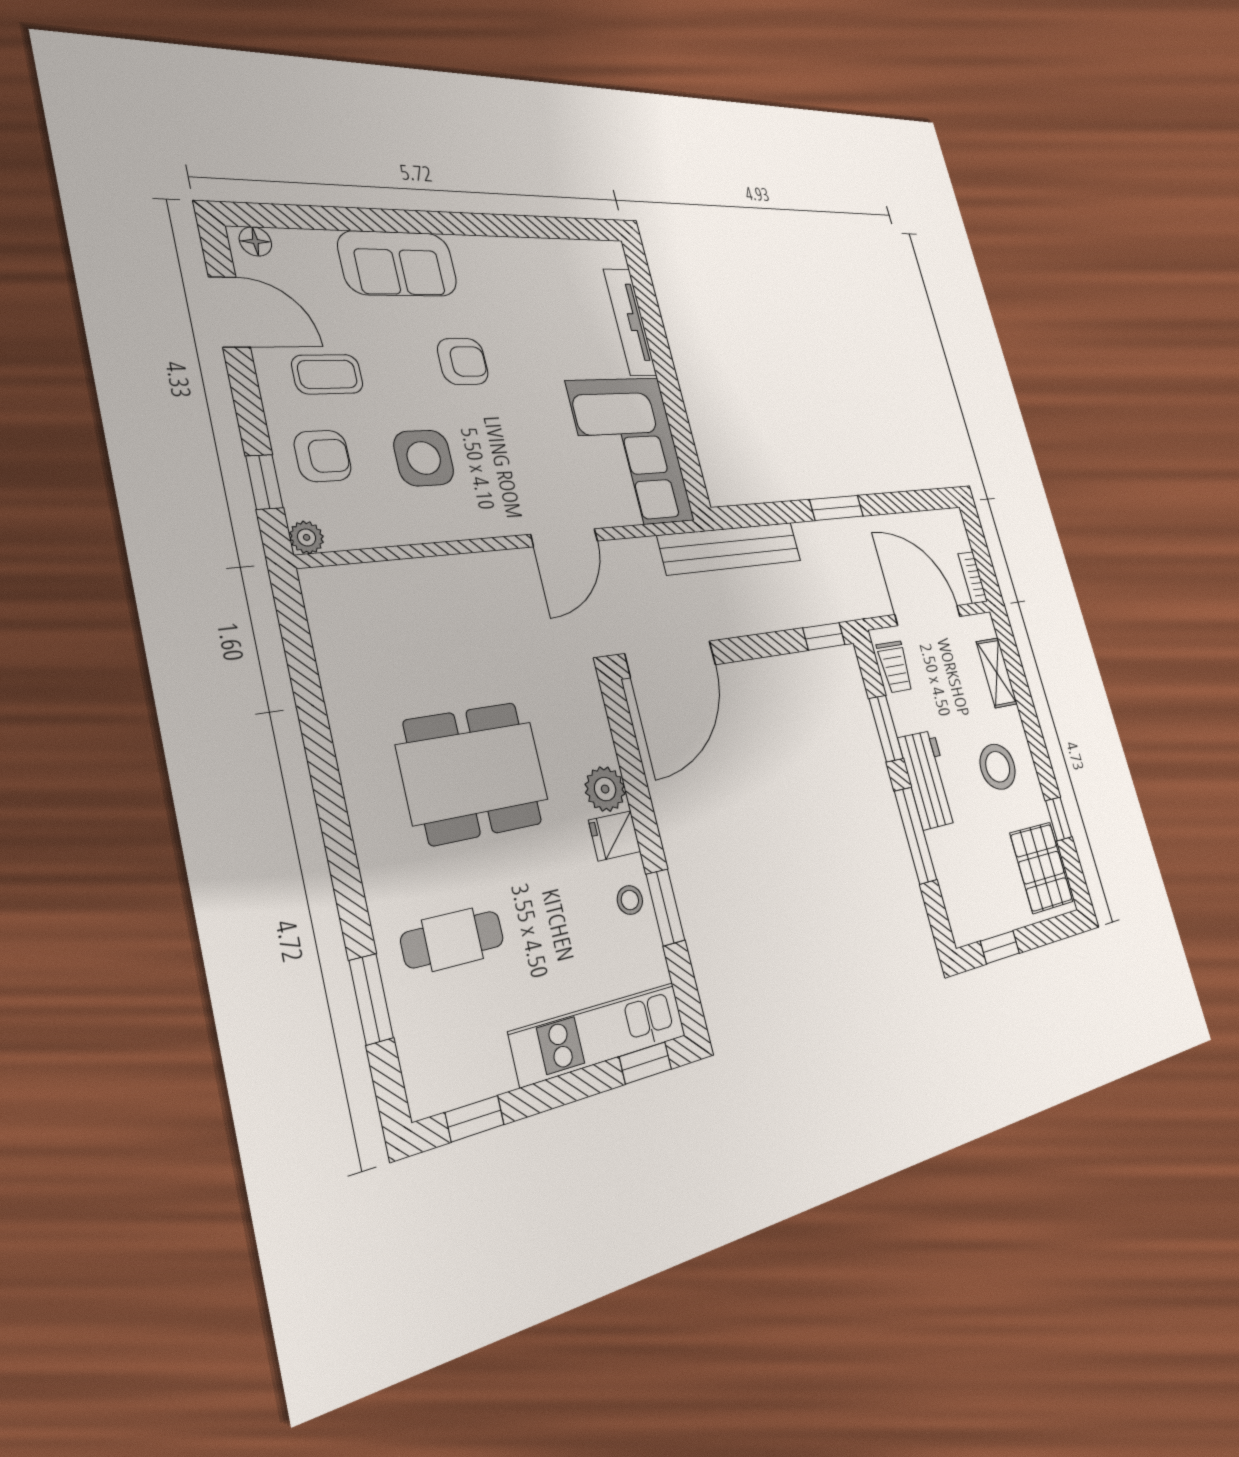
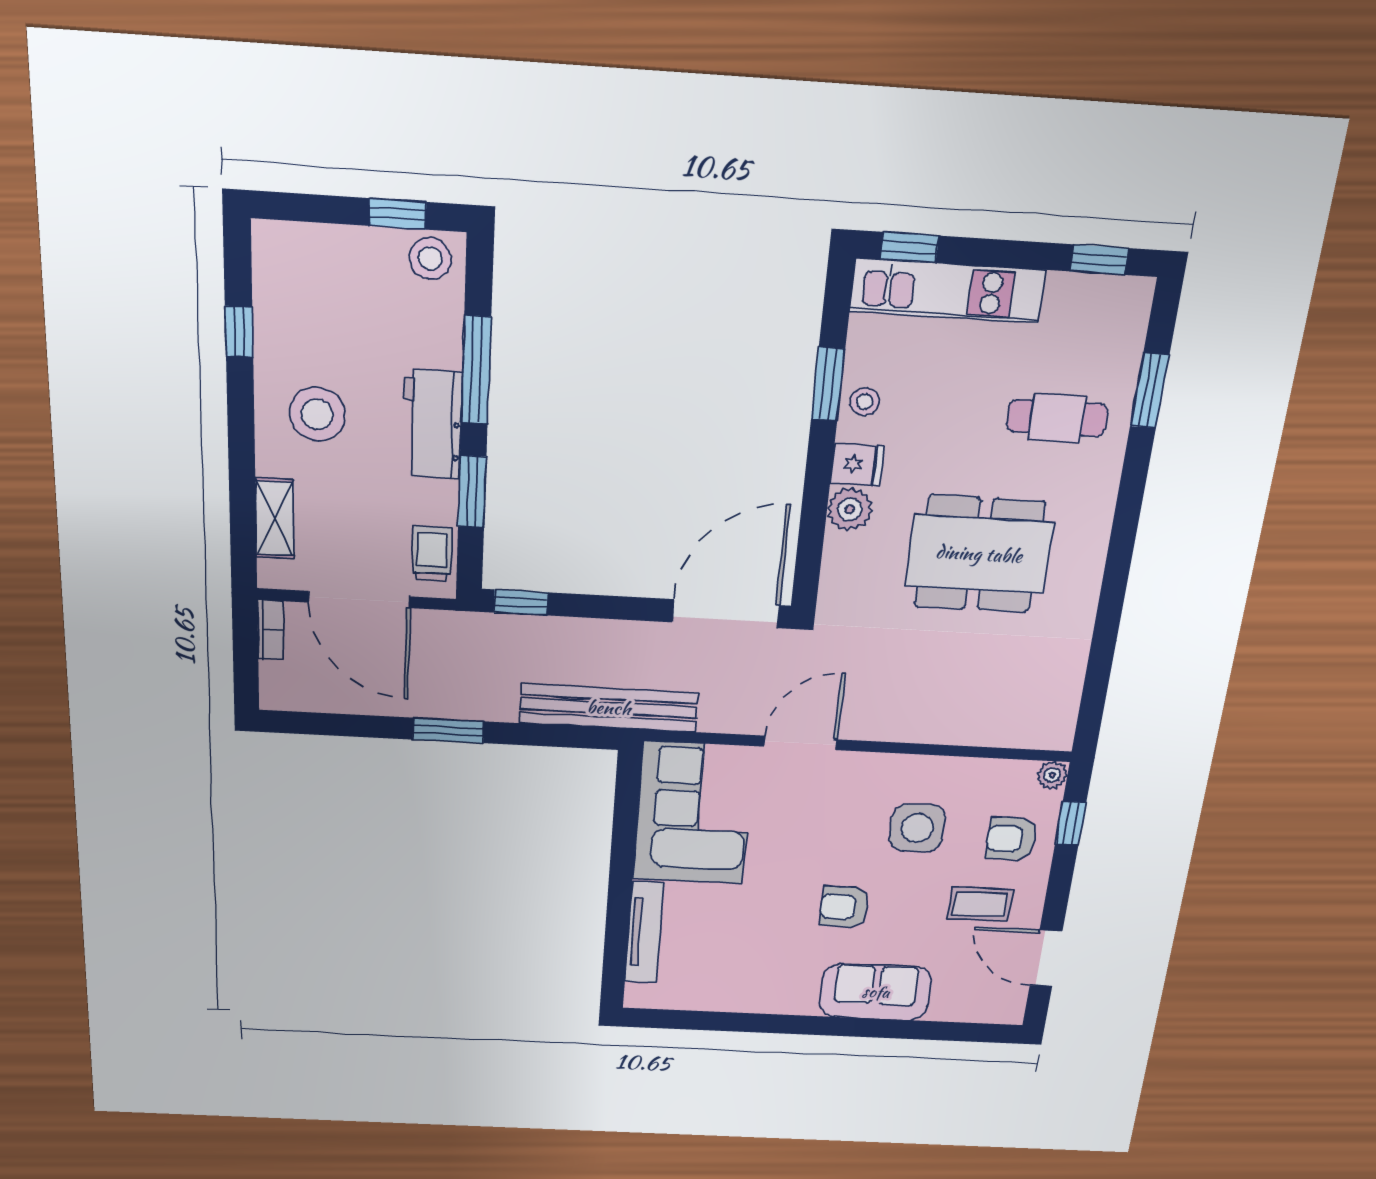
floor lamp: (255, 241) -> (1001, 1013), removed
pallet: (1041, 867) -> (292, 284), removed
stool: (971, 919) -> (430, 259), added

